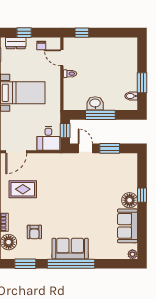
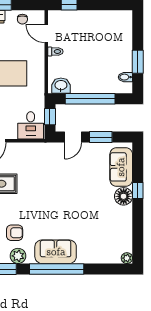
washbasin: (95, 103) -> (61, 86), moved
window: (100, 115) -> (90, 99), width x1.46
door: (85, 148) -> (73, 137), swing flipped
sofa: (127, 226) -> (121, 167), moved
armchair: (34, 232) -> (15, 233), turned -90
plant: (37, 252) -> (18, 256), added

